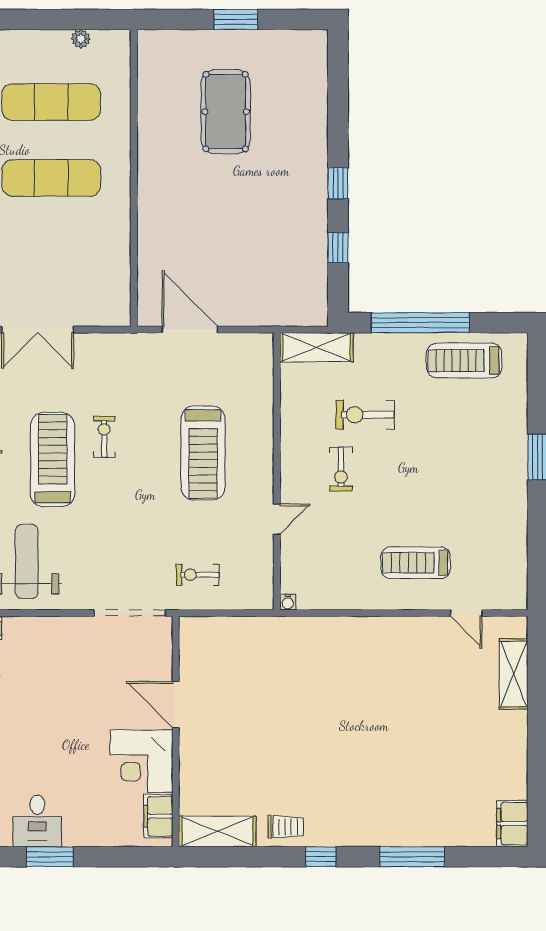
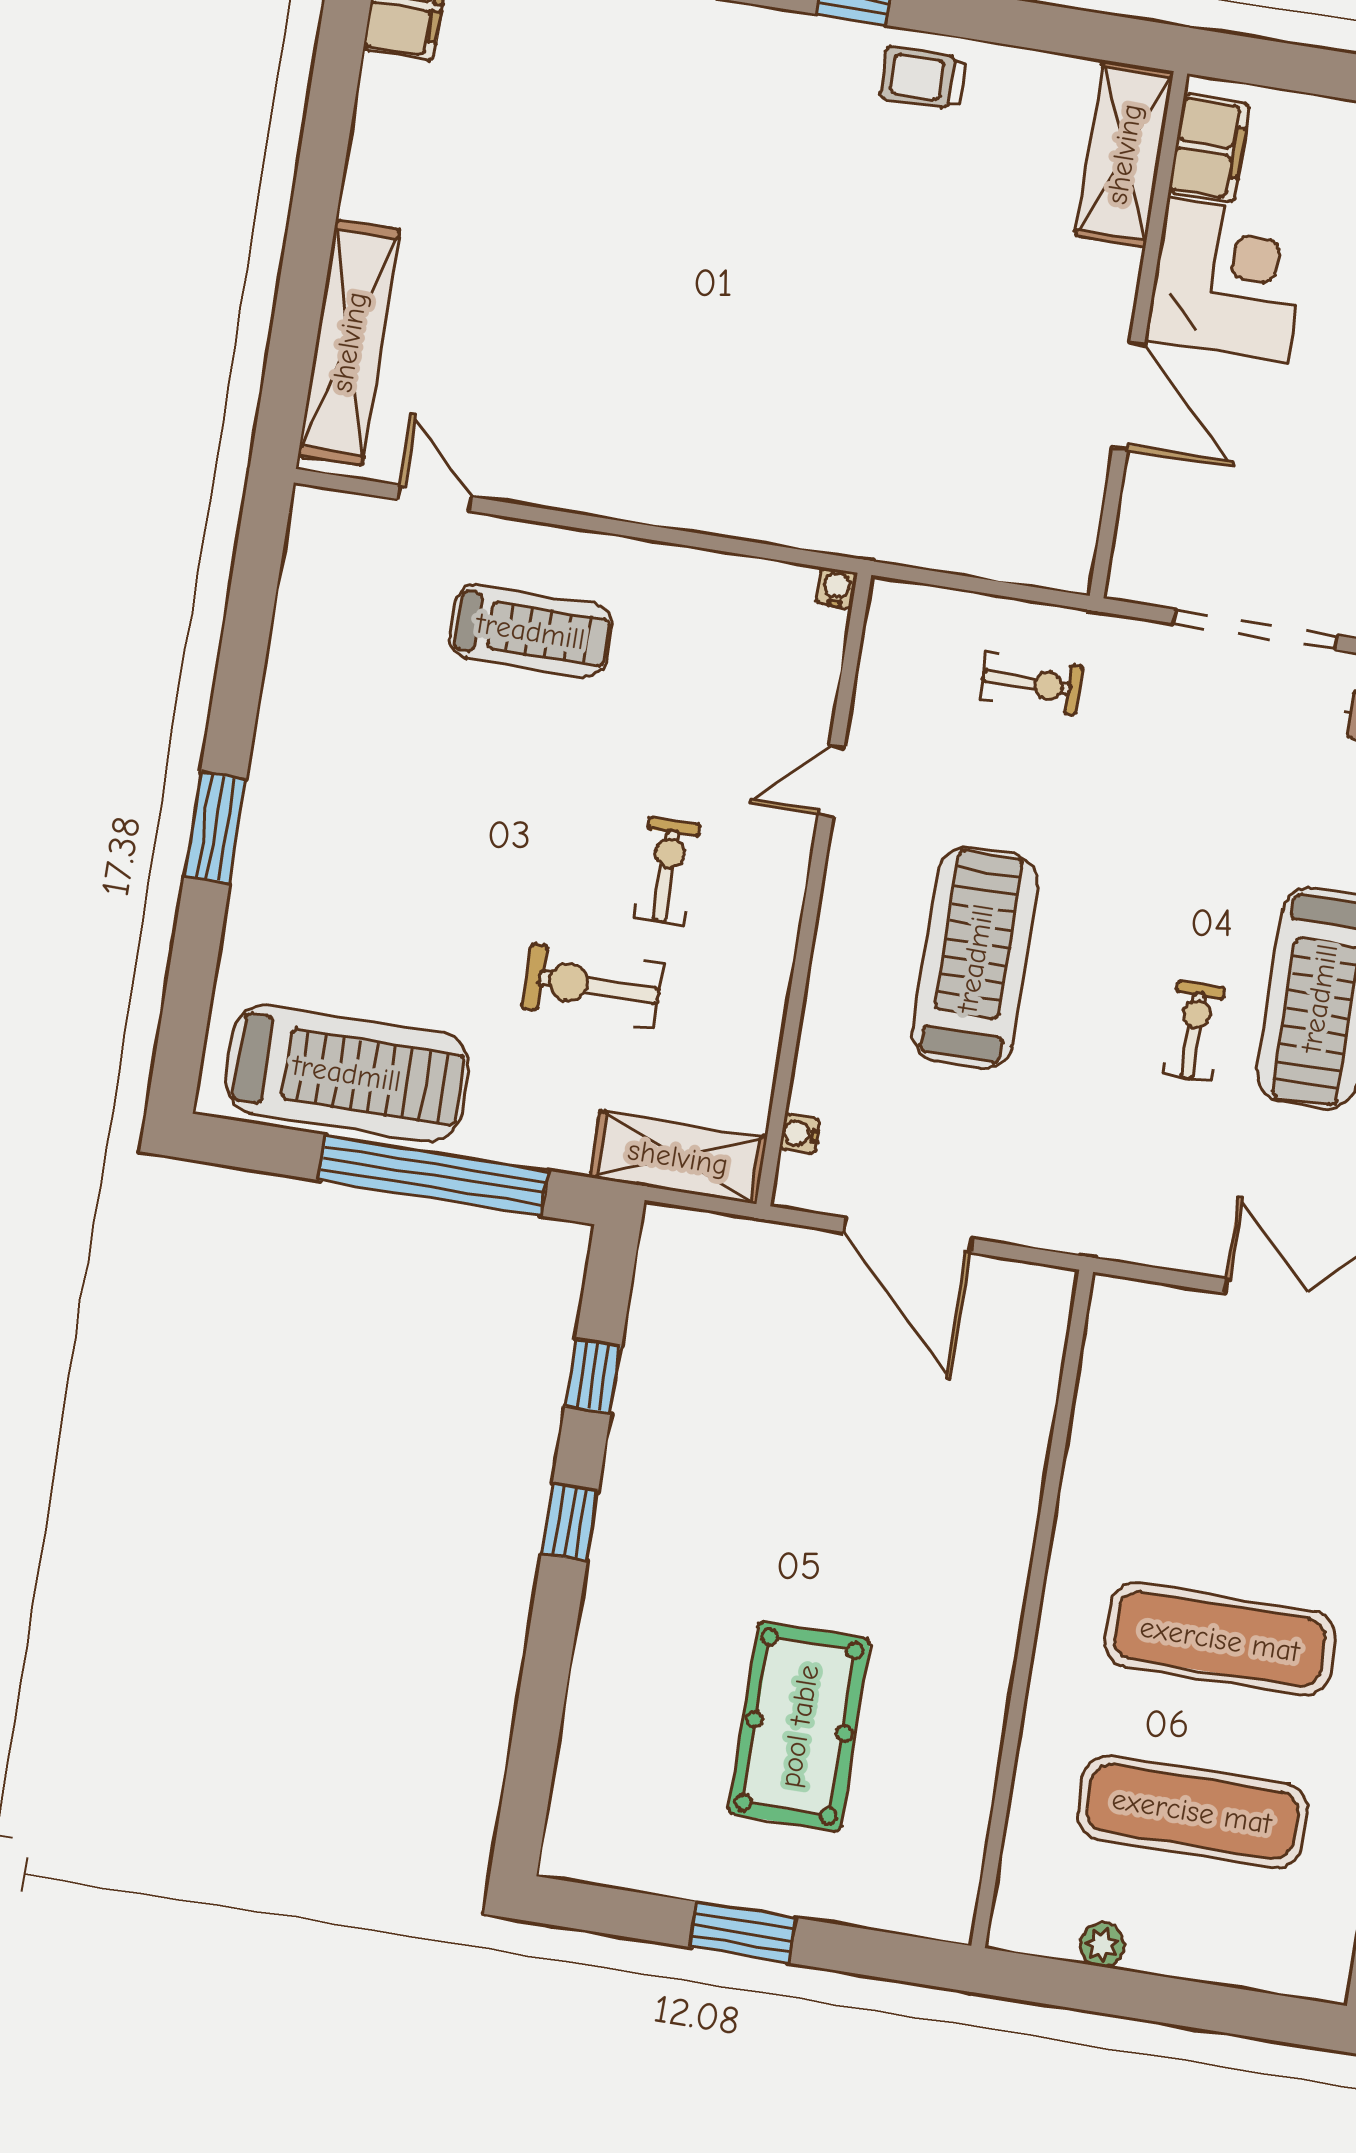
door: (190, 330) -> (908, 1235), moved
treadmill: (464, 361) -> (347, 1073), width x1.37, depth x1.38
water cooler: (266, 366) -> (800, 1134), added
exercise bike: (365, 415) -> (592, 986), turned 180
exercise bike: (104, 437) -> (1194, 1031), turned 180
doorway: (130, 613) -> (1255, 630), moved
shelving: (514, 674) -> (349, 342), width x1.47
shelving: (217, 831) -> (1124, 154), moved, turned 90

